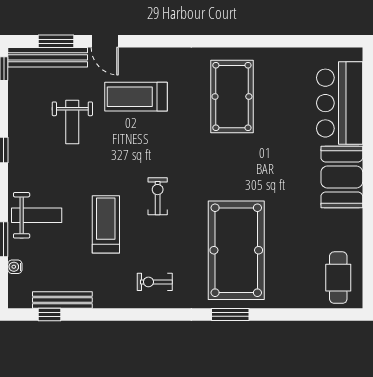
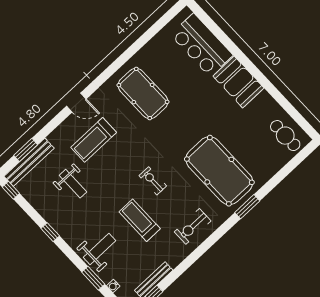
door: (105, 41) -> (76, 103), moved
exercise bike: (155, 282) -> (193, 226), width x1.38, depth x1.39

